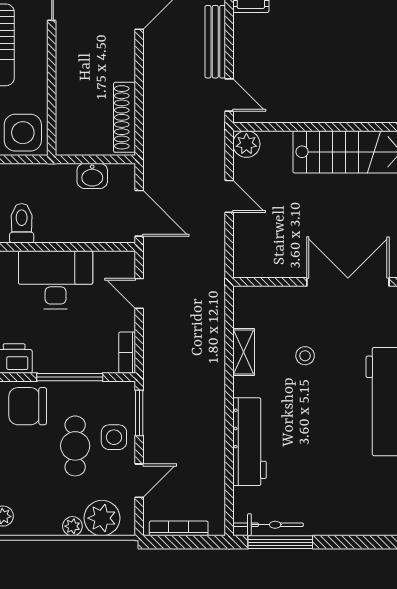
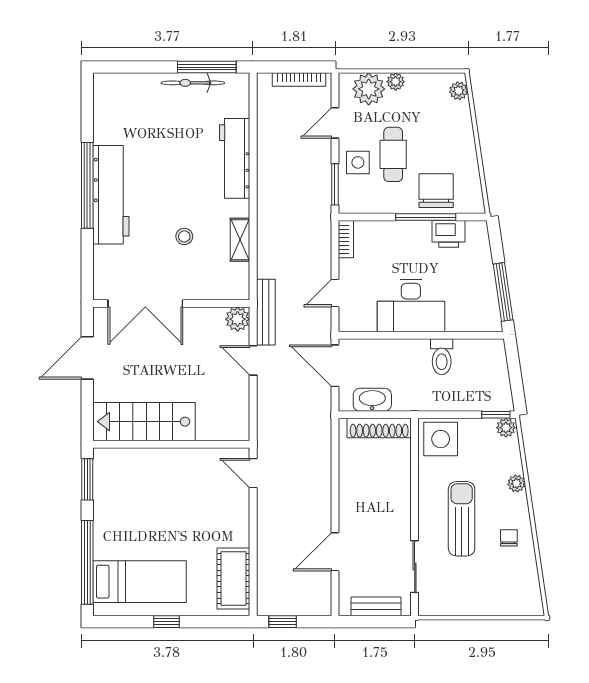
bench: (215, 42) -> (266, 312), moved
shoe rack: (125, 117) -> (379, 428), moved, turned 90
plant: (246, 144) -> (238, 319), moved
washbasin: (92, 176) -> (372, 400), width x1.38
door: (229, 196) -> (253, 360), moved
door: (139, 293) -> (335, 293), swing flipped
window: (70, 377) -> (426, 217), moved
chair: (28, 406) -> (436, 191), turned -90
bicycle: (268, 525) -> (193, 83), moved

